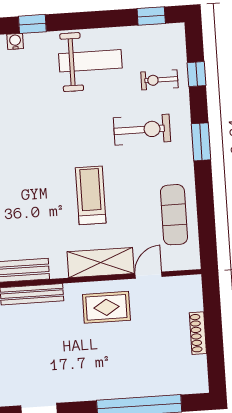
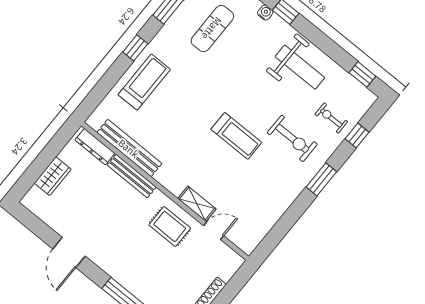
treadmill: (91, 195) -> (236, 136), moved, turned 90
exercise mat: (174, 215) -> (263, 208), removed
shelving: (101, 263) -> (197, 204), width x0.67, depth x0.75

